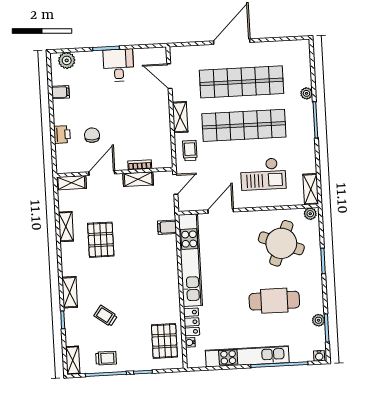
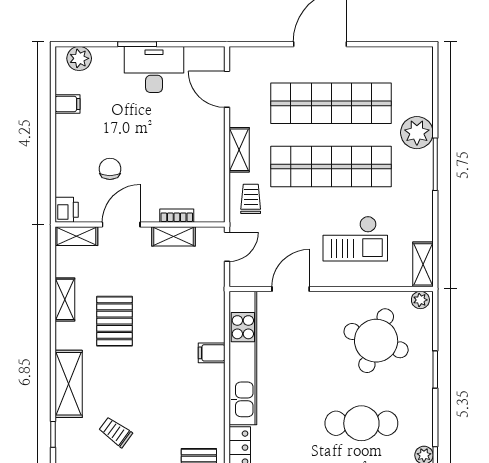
desk: (119, 65) -> (154, 70), width x1.37
plant: (307, 93) -> (417, 133), width x1.87, depth x1.87
printer: (62, 134) -> (67, 210), moved
filing cabinet: (167, 227) -> (212, 353), moved
shelving: (70, 292) -> (69, 384), width x1.50, depth x1.33

